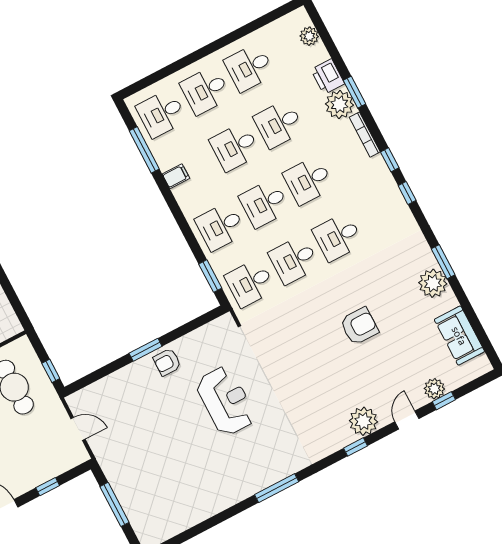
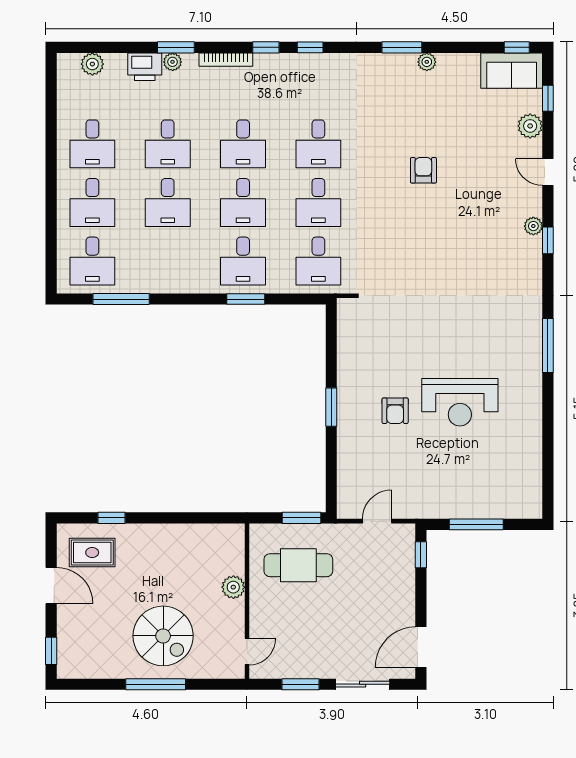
plant: (339, 104) -> (173, 62), width x0.53, depth x0.53
filing cabinet: (176, 176) -> (166, 280), removed
window: (210, 276) -> (246, 299), moved
plant: (433, 283) -> (427, 62), width x0.53, depth x0.53
armchair: (359, 326) -> (423, 170), width x0.72, depth x0.72
sofa: (459, 336) -> (512, 71), moved
window: (488, 348) -> (517, 47), added
armchair: (167, 362) -> (395, 411), moved
window: (51, 371) -> (301, 518), width x1.50
reception desk: (226, 401) -> (460, 402), moved, turned 180
window: (444, 401) -> (548, 98), moved
plant: (363, 421) -> (533, 226), width x0.53, depth x0.53
window: (48, 487) -> (421, 555), moved

